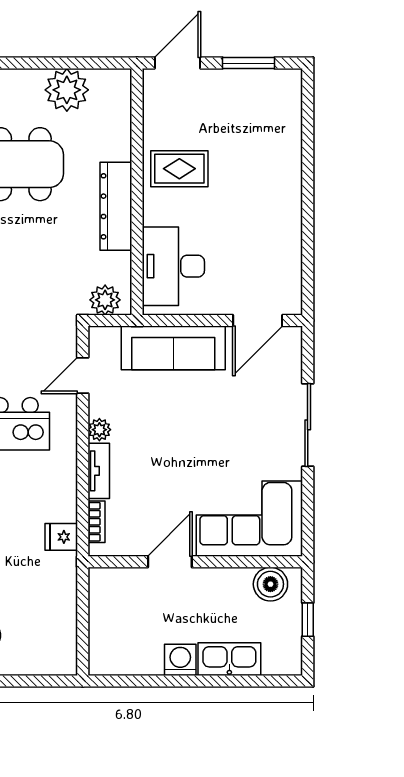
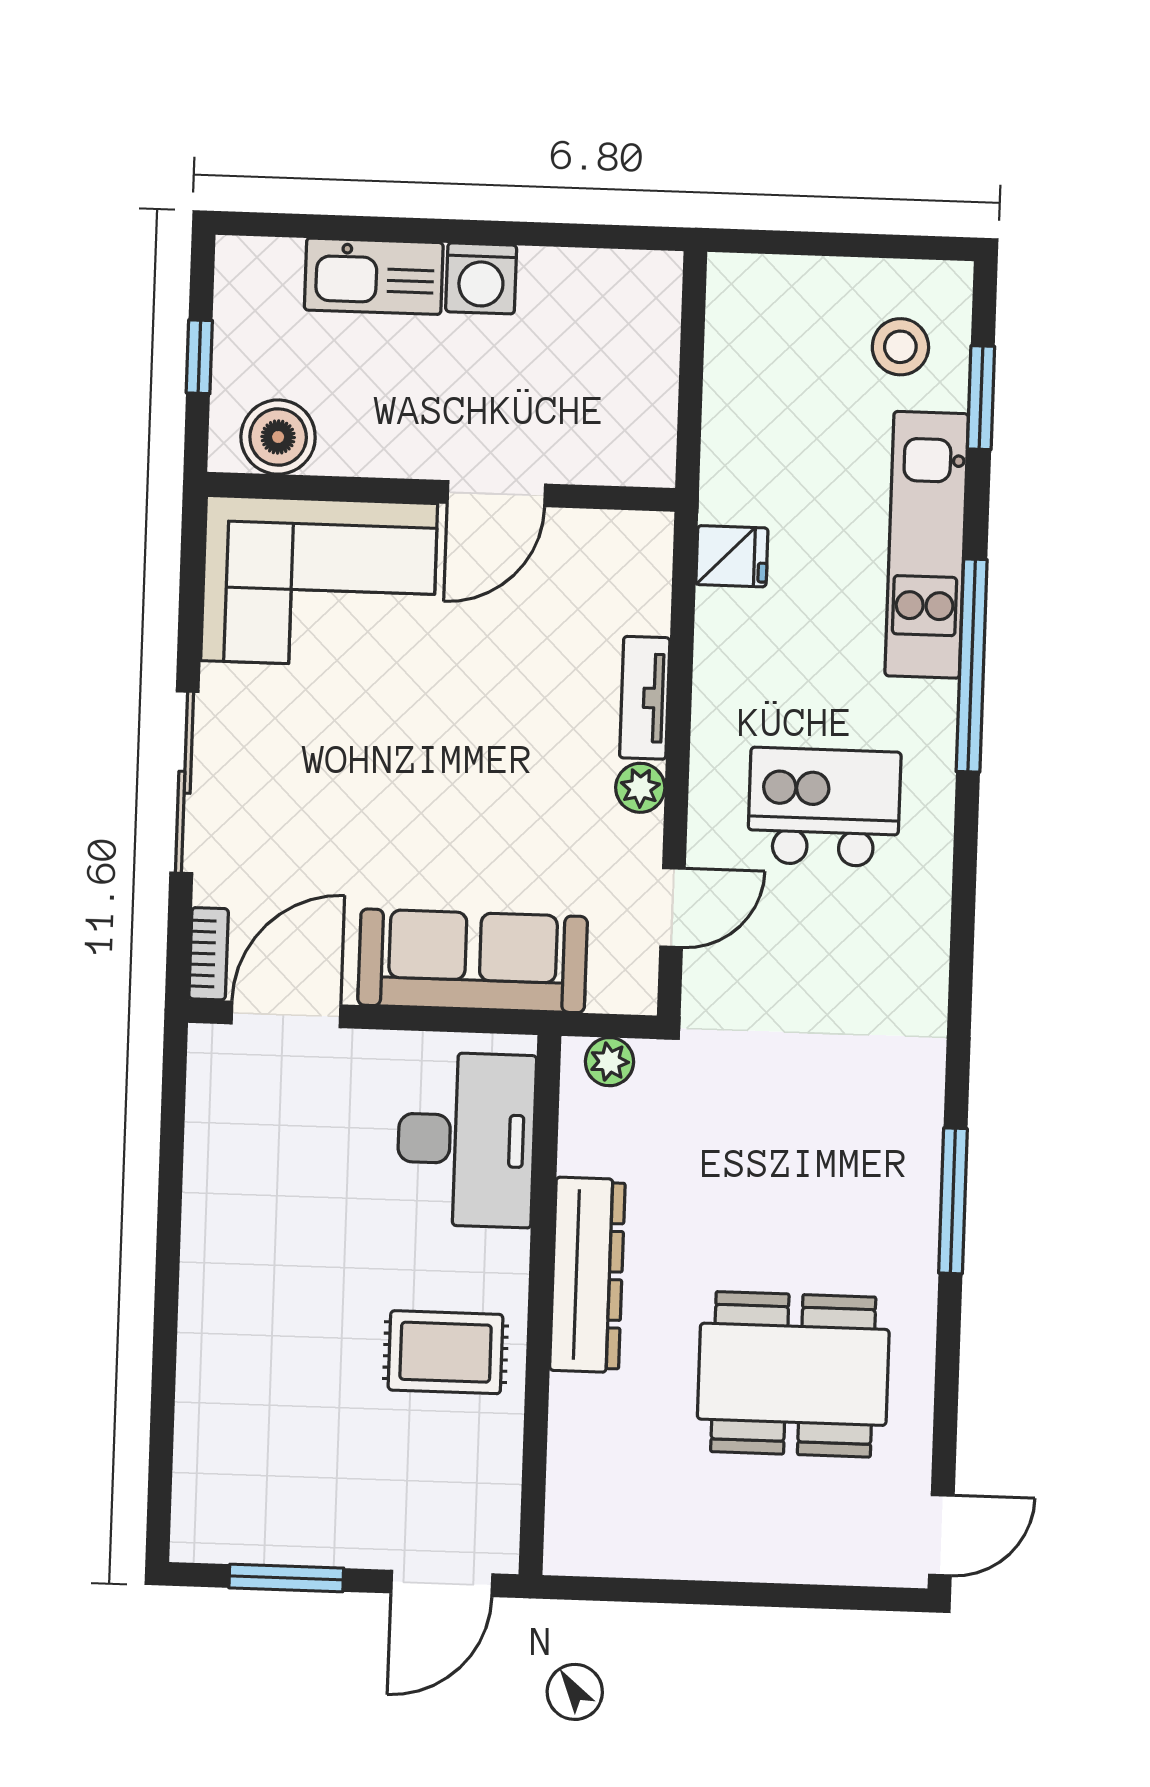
plant: (67, 90) -> (686, 1533), removed
plant: (105, 300) -> (609, 1062), width x0.73, depth x0.73
bookcase: (97, 522) -> (209, 954), moved, turned 180

